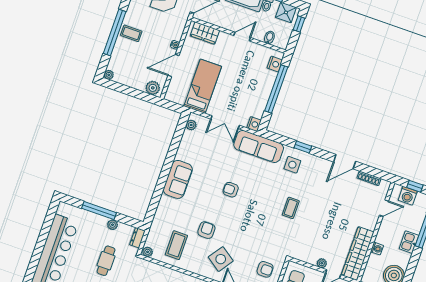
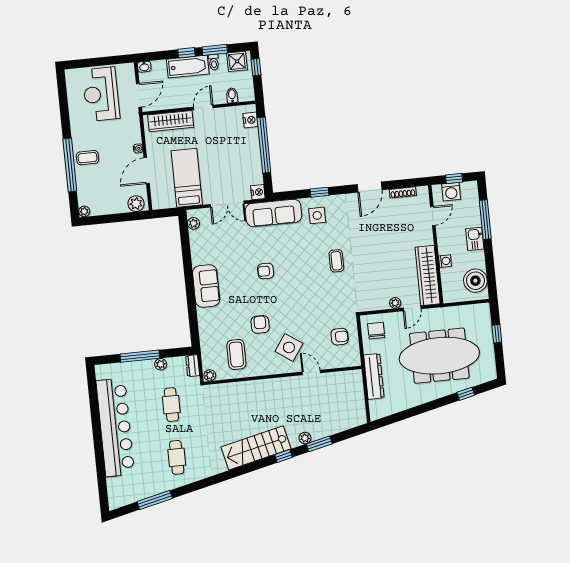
wardrobe: (205, 33) -> (171, 121), width x1.50

